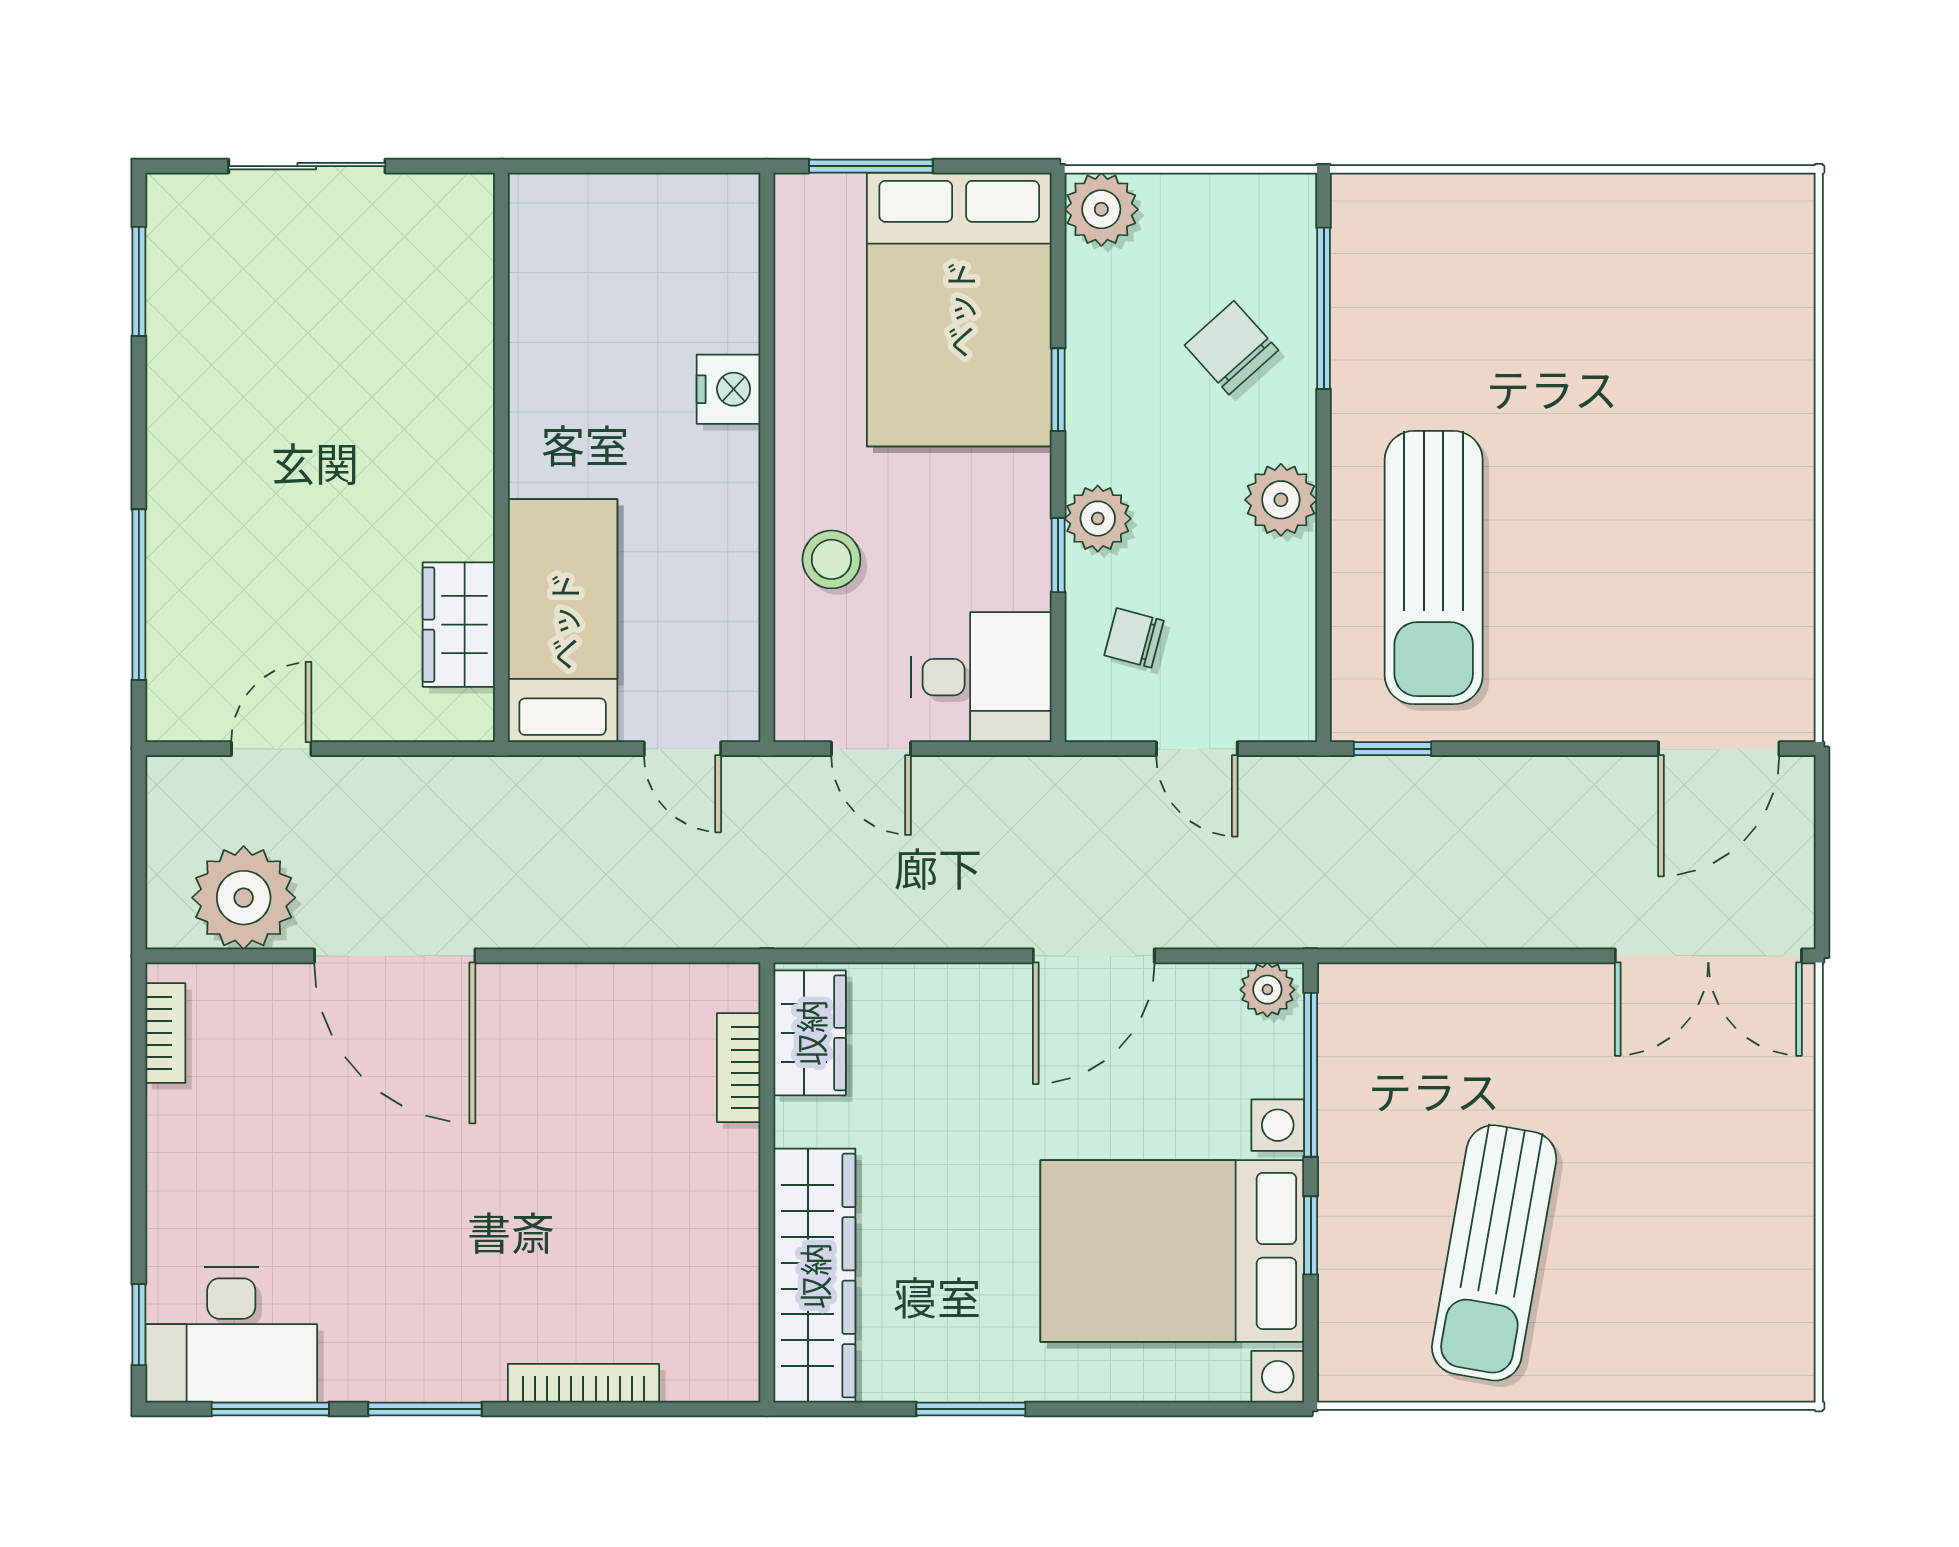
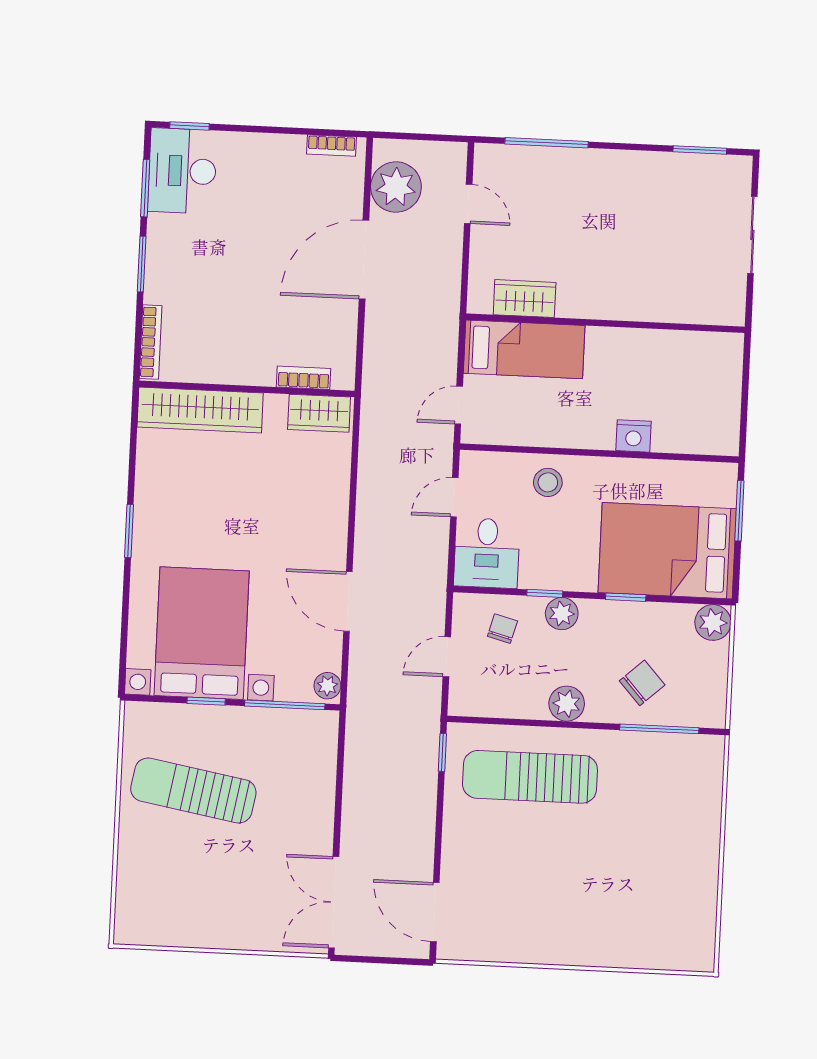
wardrobe: (810, 1033) -> (319, 413), moved
bookcase: (739, 1068) -> (304, 378), moved
wall: (767, 1182) -> (247, 389), moved
wardrobe: (814, 1276) -> (200, 410), moved

